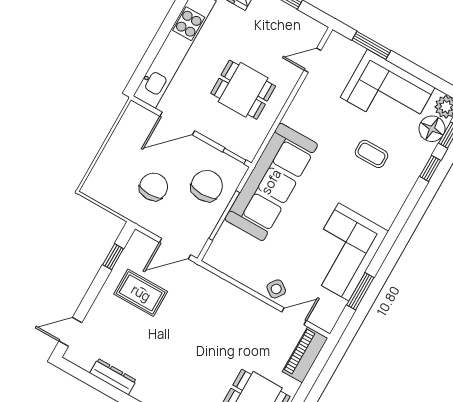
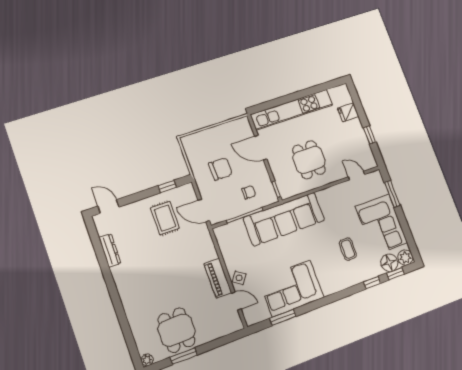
chair: (207, 186) -> (249, 192), width x0.54, depth x0.54
piano: (305, 355) -> (218, 278), moved, turned -90

